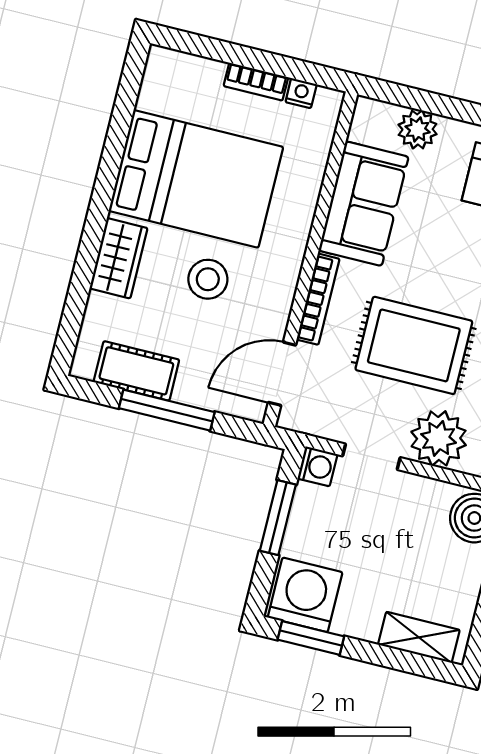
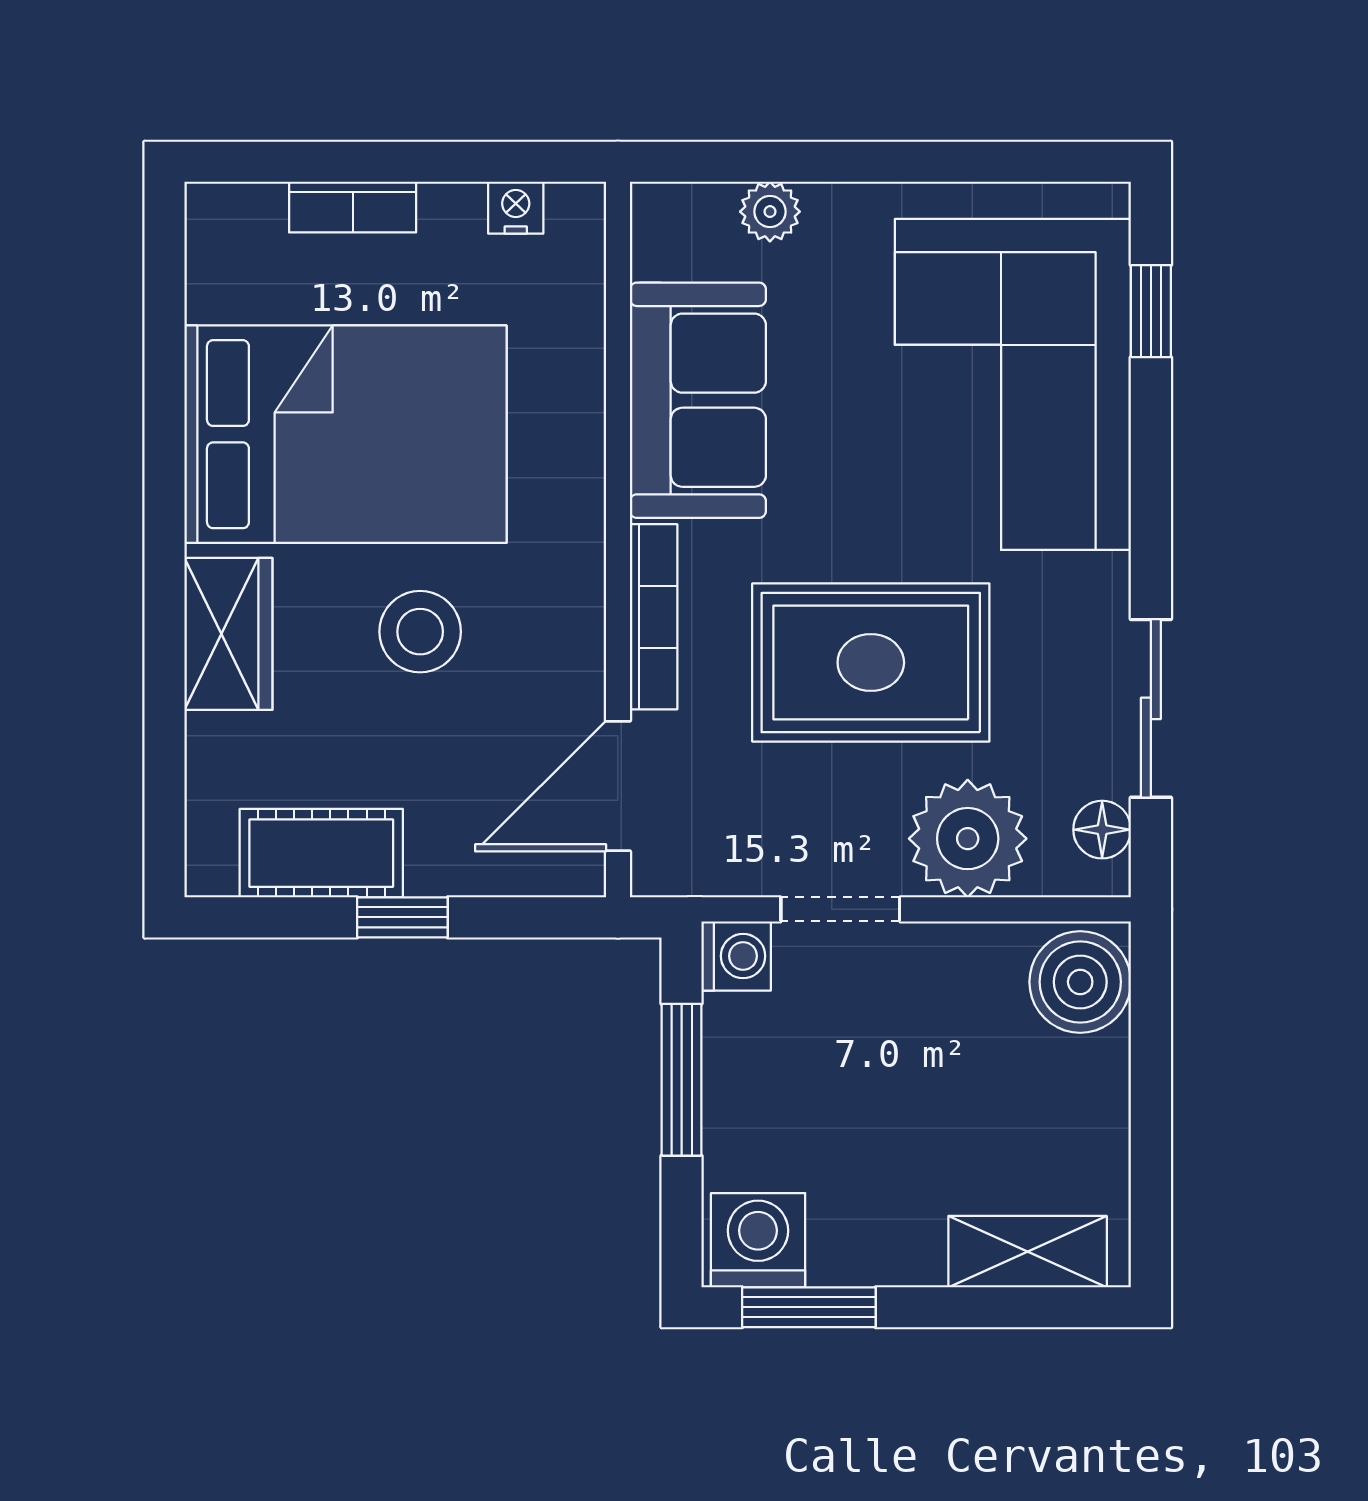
bookcase: (256, 82) -> (353, 207), moved
plant: (418, 129) -> (770, 212), width x0.73, depth x0.73
window: (167, 410) -> (402, 917), width x0.46
washing machine: (305, 595) -> (758, 1240), width x0.73, depth x0.73

